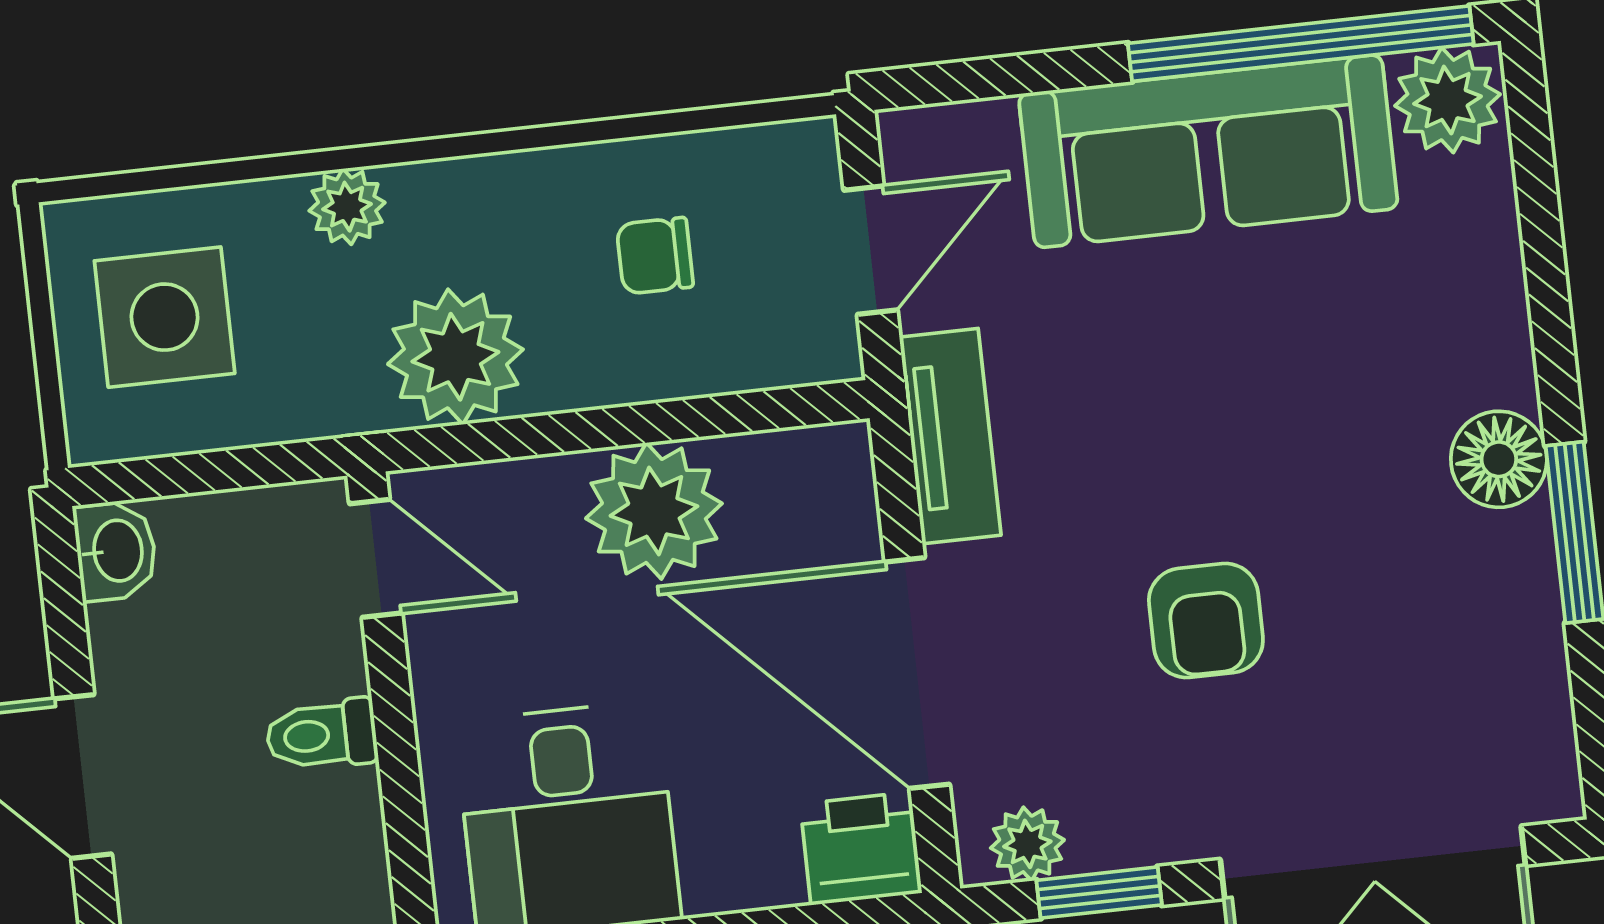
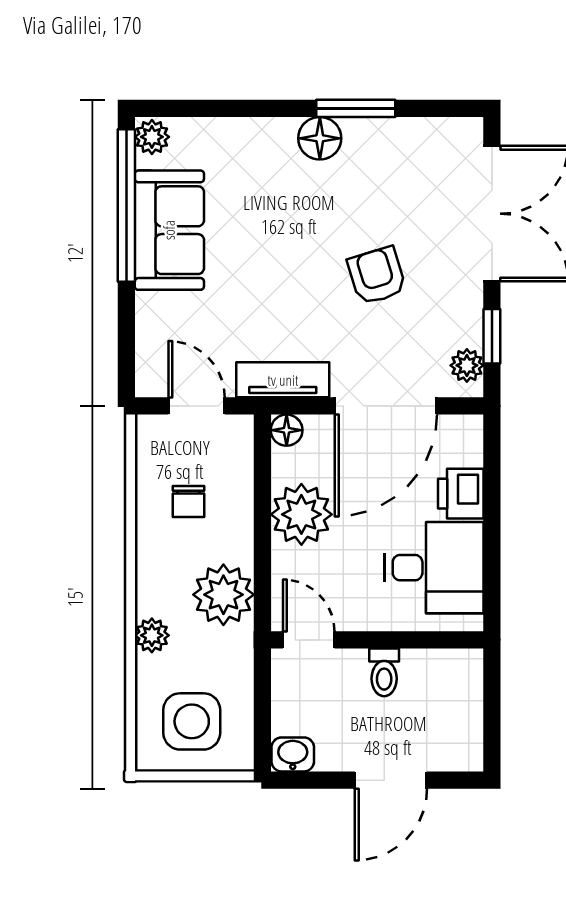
plant: (1448, 100) -> (152, 137), width x0.73, depth x0.73
sofa: (1208, 151) -> (169, 230), width x0.73
floor lamp: (838, 457) -> (287, 430), added
door: (376, 558) -> (309, 640), hinge flipped
armchair: (1206, 621) -> (377, 276), turned -107
printer: (861, 848) -> (461, 494), moved

